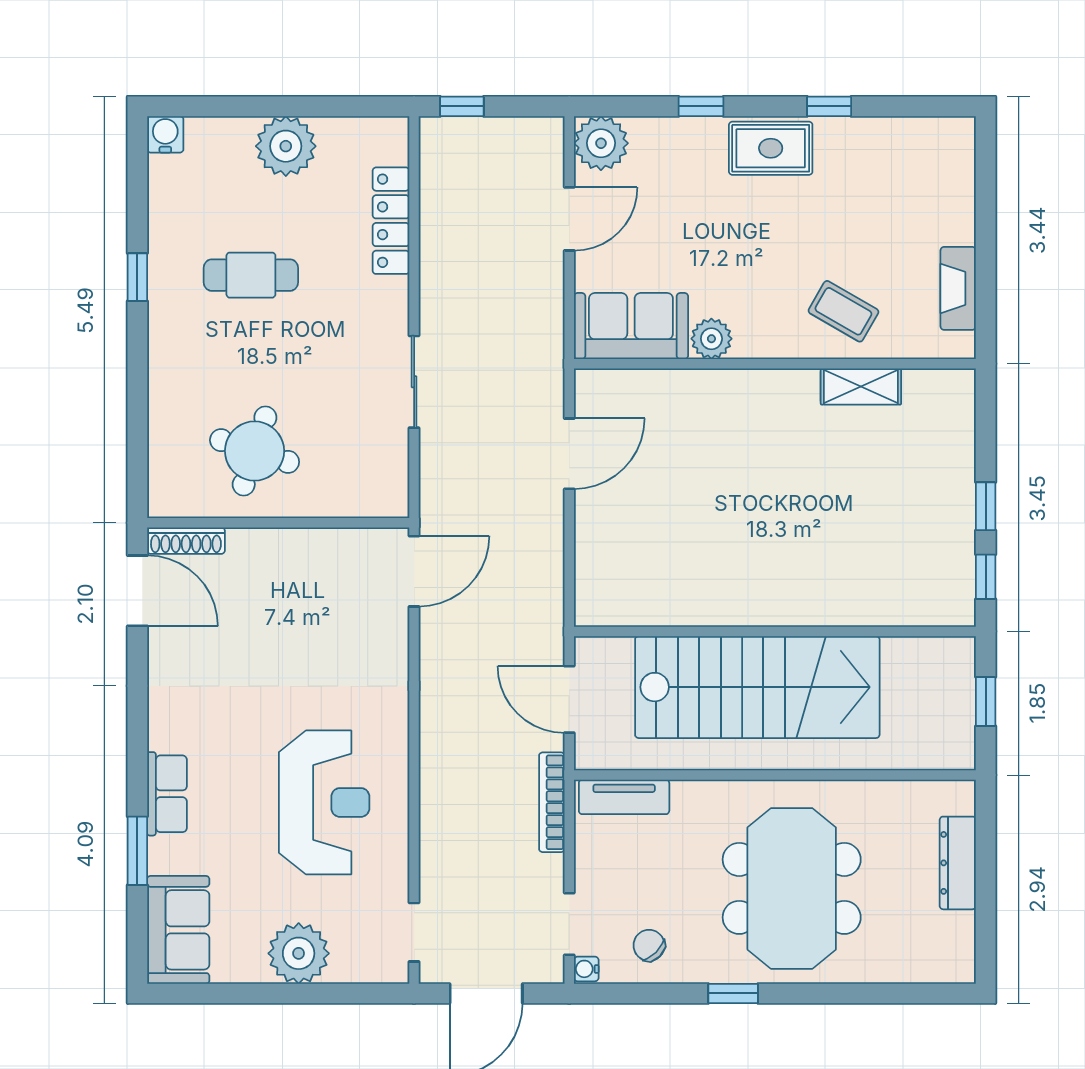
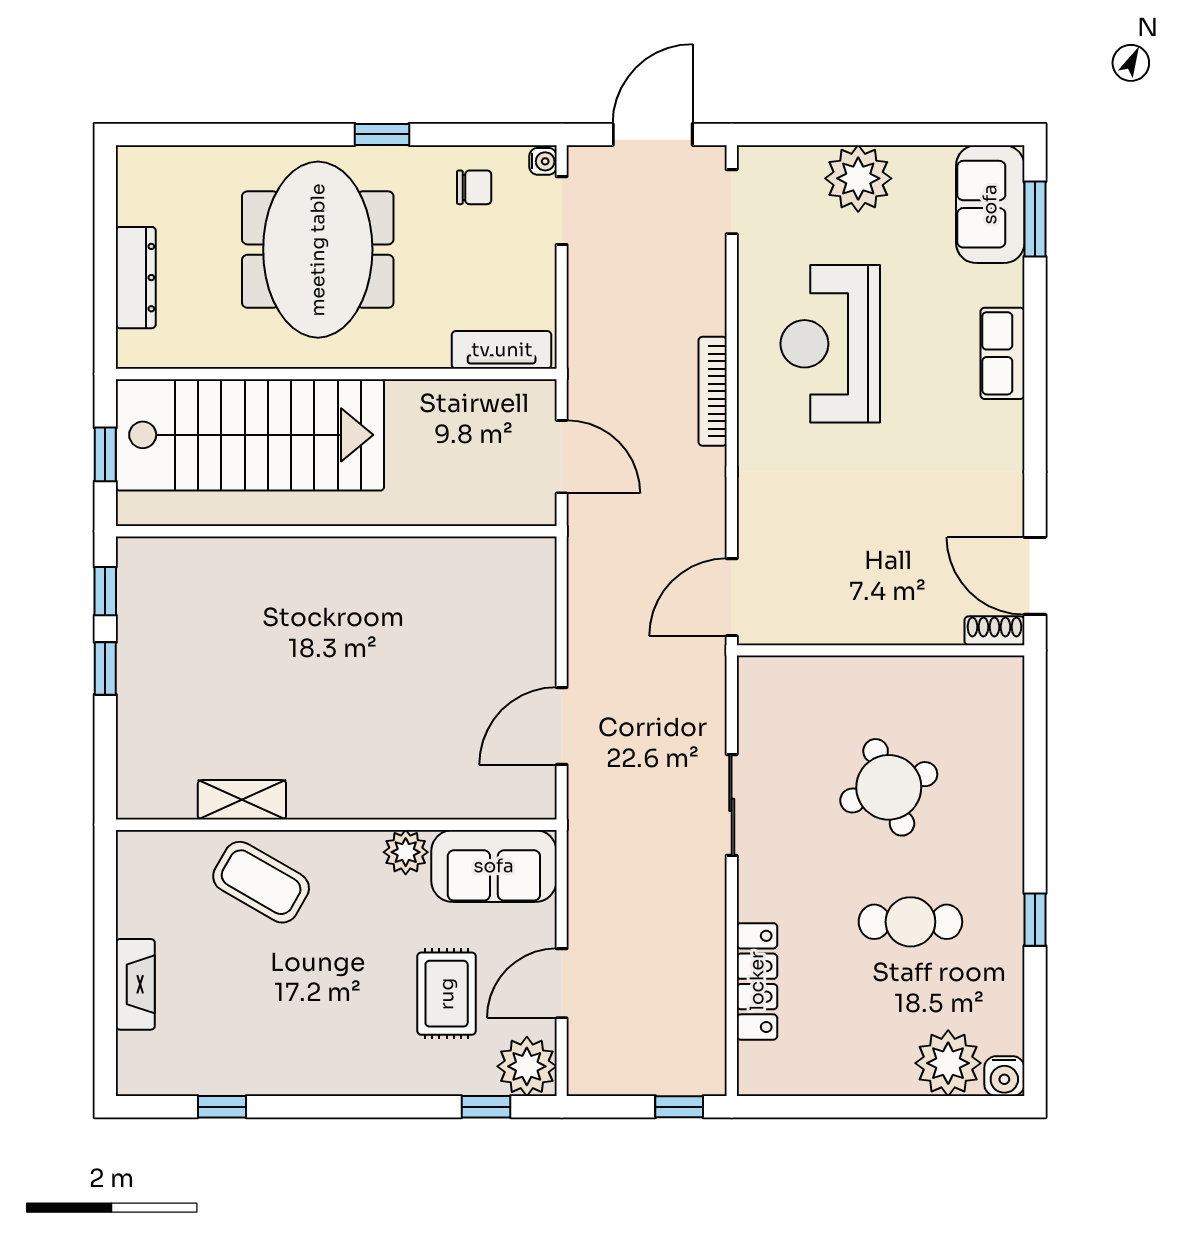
window: (701, 106) -> (486, 1107), moved
window: (829, 106) -> (222, 1107), moved
plant: (286, 146) -> (948, 1063), moved
rug: (771, 148) -> (447, 994), moved, turned 90
fireplace: (958, 288) -> (135, 984), moved
coffee table: (843, 311) -> (261, 882), width x1.36, depth x1.30
round table: (255, 451) -> (889, 787), moved, turned -38
shoe rack: (186, 541) -> (994, 631), width x0.70
stairs: (757, 687) -> (250, 435), moved, turned 180
bookcase: (552, 802) -> (713, 391), moved, turned 180
window: (137, 851) -> (1035, 219), moved
chair: (649, 945) -> (474, 187), turned -45

